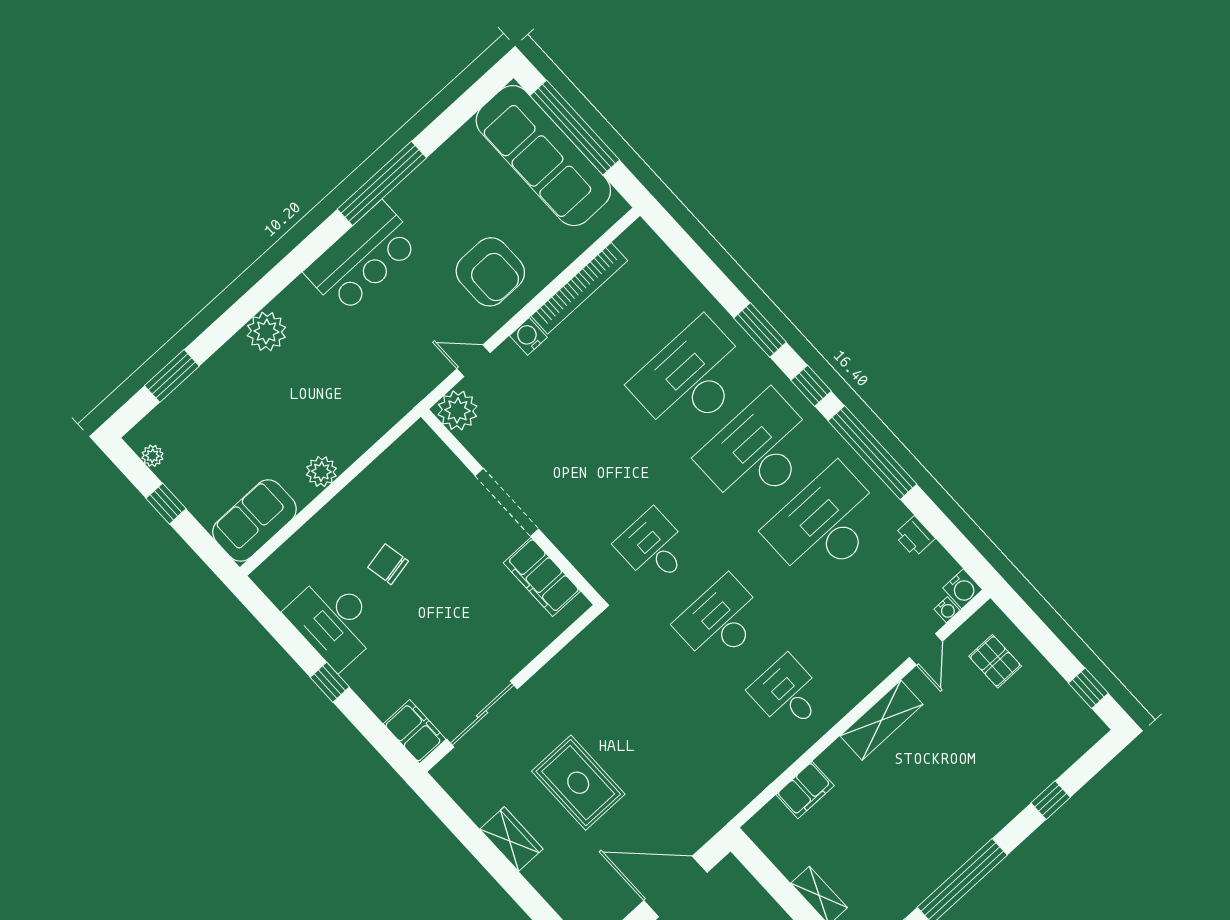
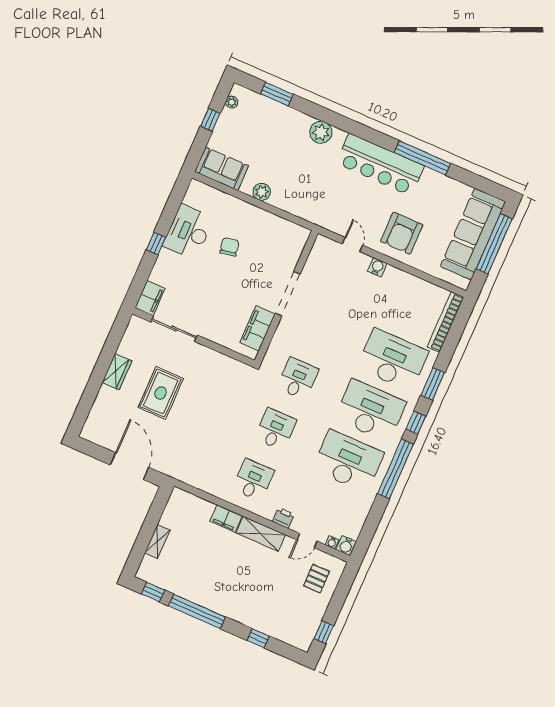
bar counter: (362, 258) -> (380, 165), width x1.36
bookcase: (579, 288) -> (445, 322), moved, turned 90
plant: (457, 410) -> (324, 248), removed
printer: (915, 537) -> (283, 518), moved, turned 90
desk: (721, 621) -> (275, 429), width x0.73
filing cabinet: (805, 790) -> (226, 518), moved

